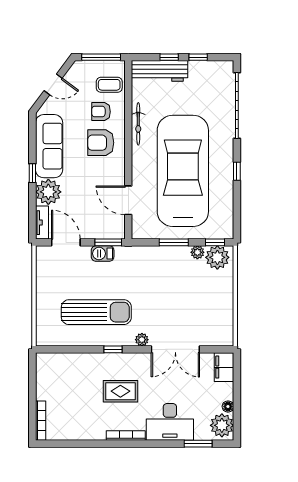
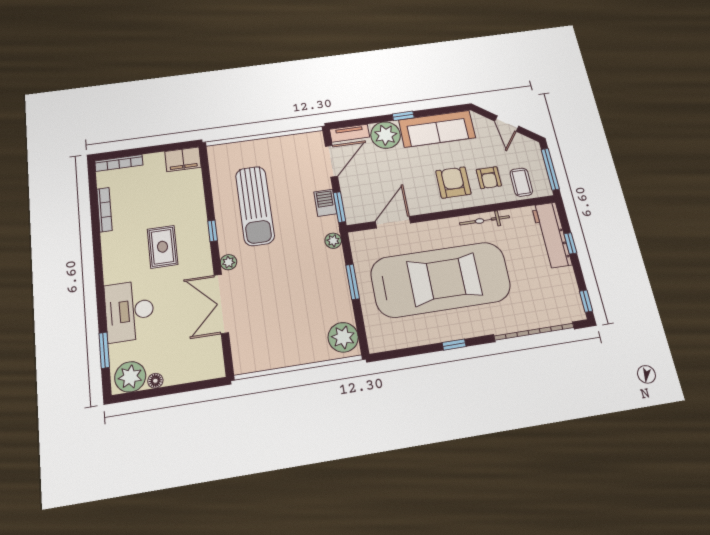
window: (198, 57) -> (586, 301), moved
armchair: (101, 112) -> (489, 178), turned 180
window: (215, 242) -> (361, 332), removed
plant: (197, 252) -> (333, 241), moved
filing cabinet: (224, 367) -> (183, 159), moved, turned 180
bookcase: (126, 436) -> (104, 210), moved

